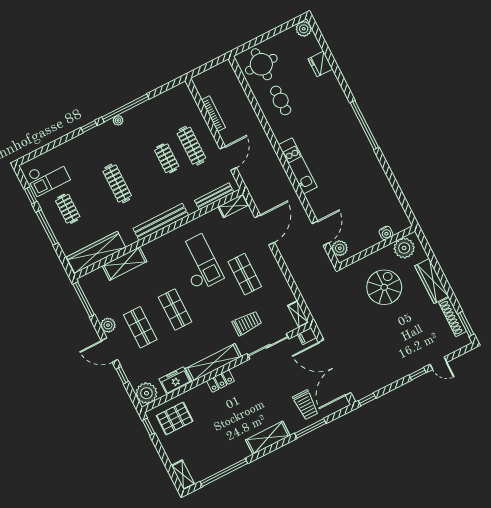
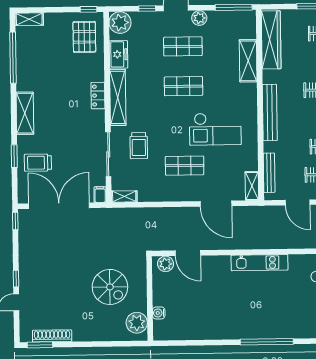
wardrobe: (432, 281) -> (94, 333), removed
window: (310, 428) -> (14, 156), width x0.69

